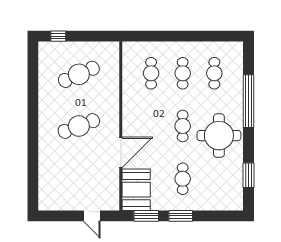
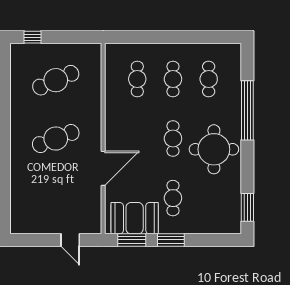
window: (249, 175) -> (247, 207), moved
booth: (136, 190) -> (135, 218), moved, turned 90

